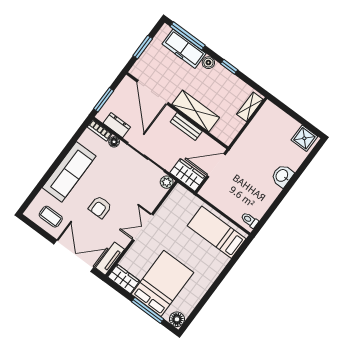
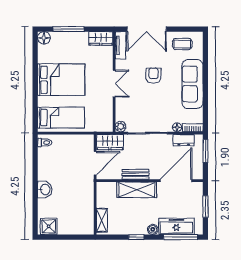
door: (152, 92) -> (176, 181), hinge flipped
bed: (162, 283) -> (61, 80), moved, turned -90

